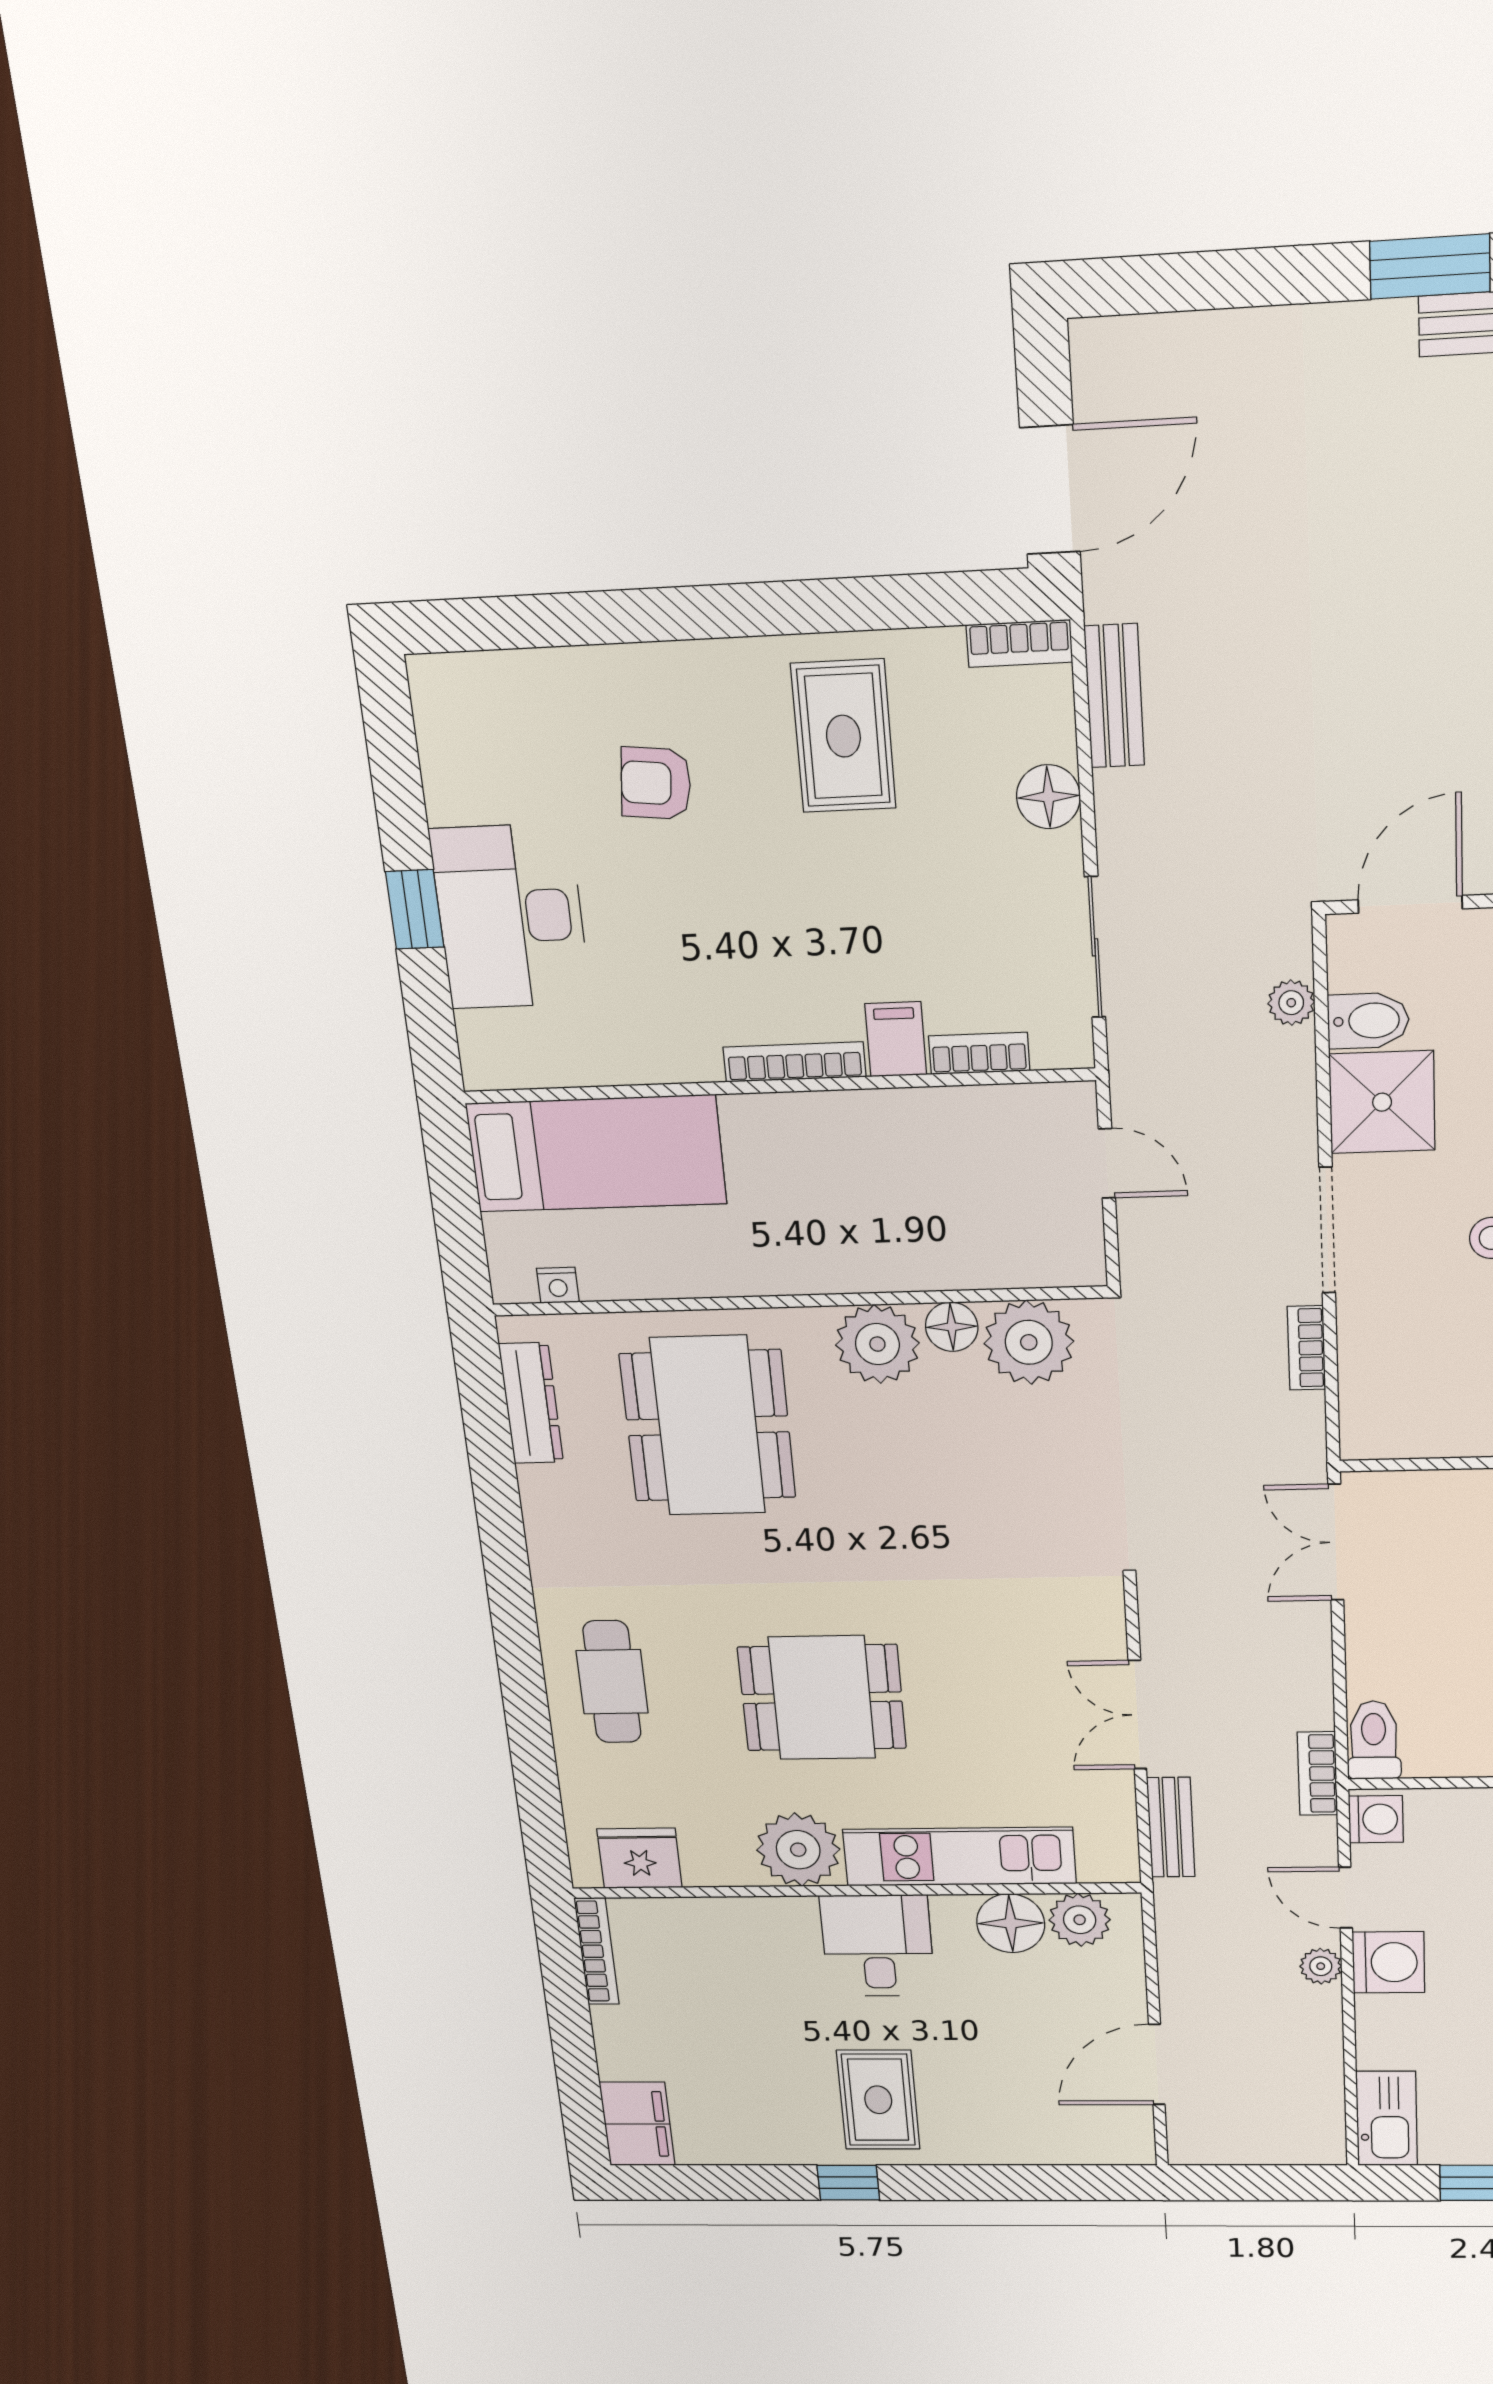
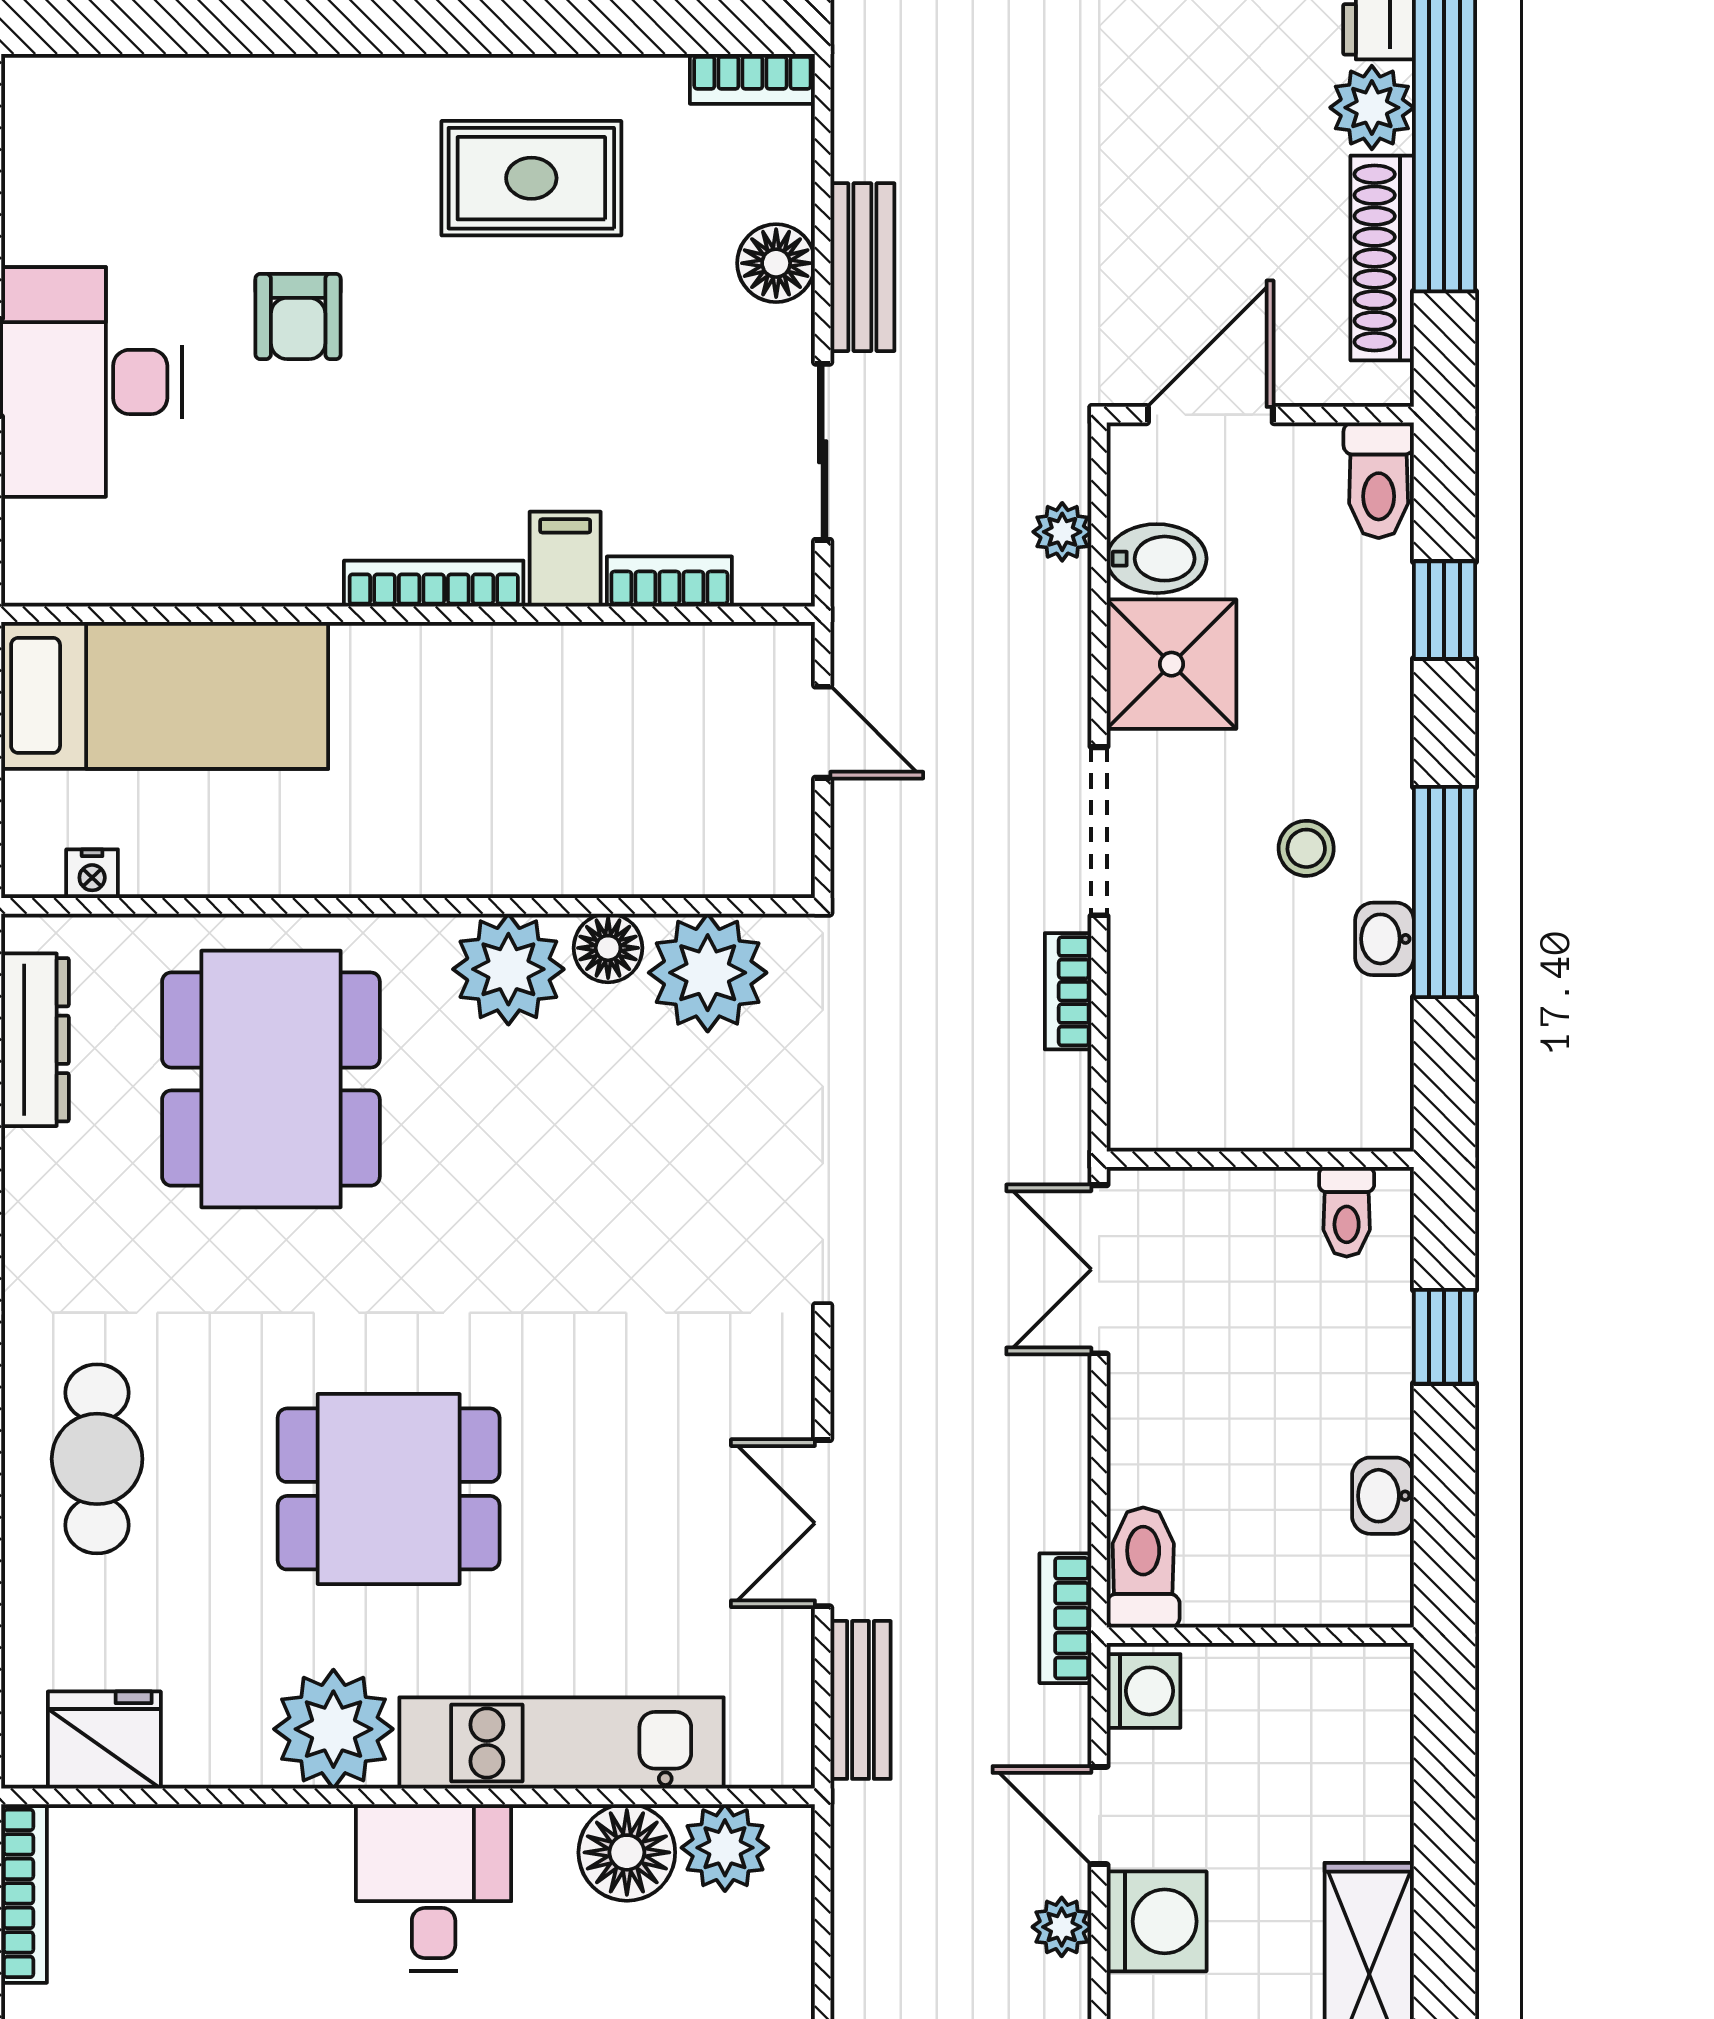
bench: (1114, 696) -> (862, 267), moved
rug: (843, 736) -> (531, 178), turned 90
armchair: (656, 783) -> (298, 316), moved, turned -96

